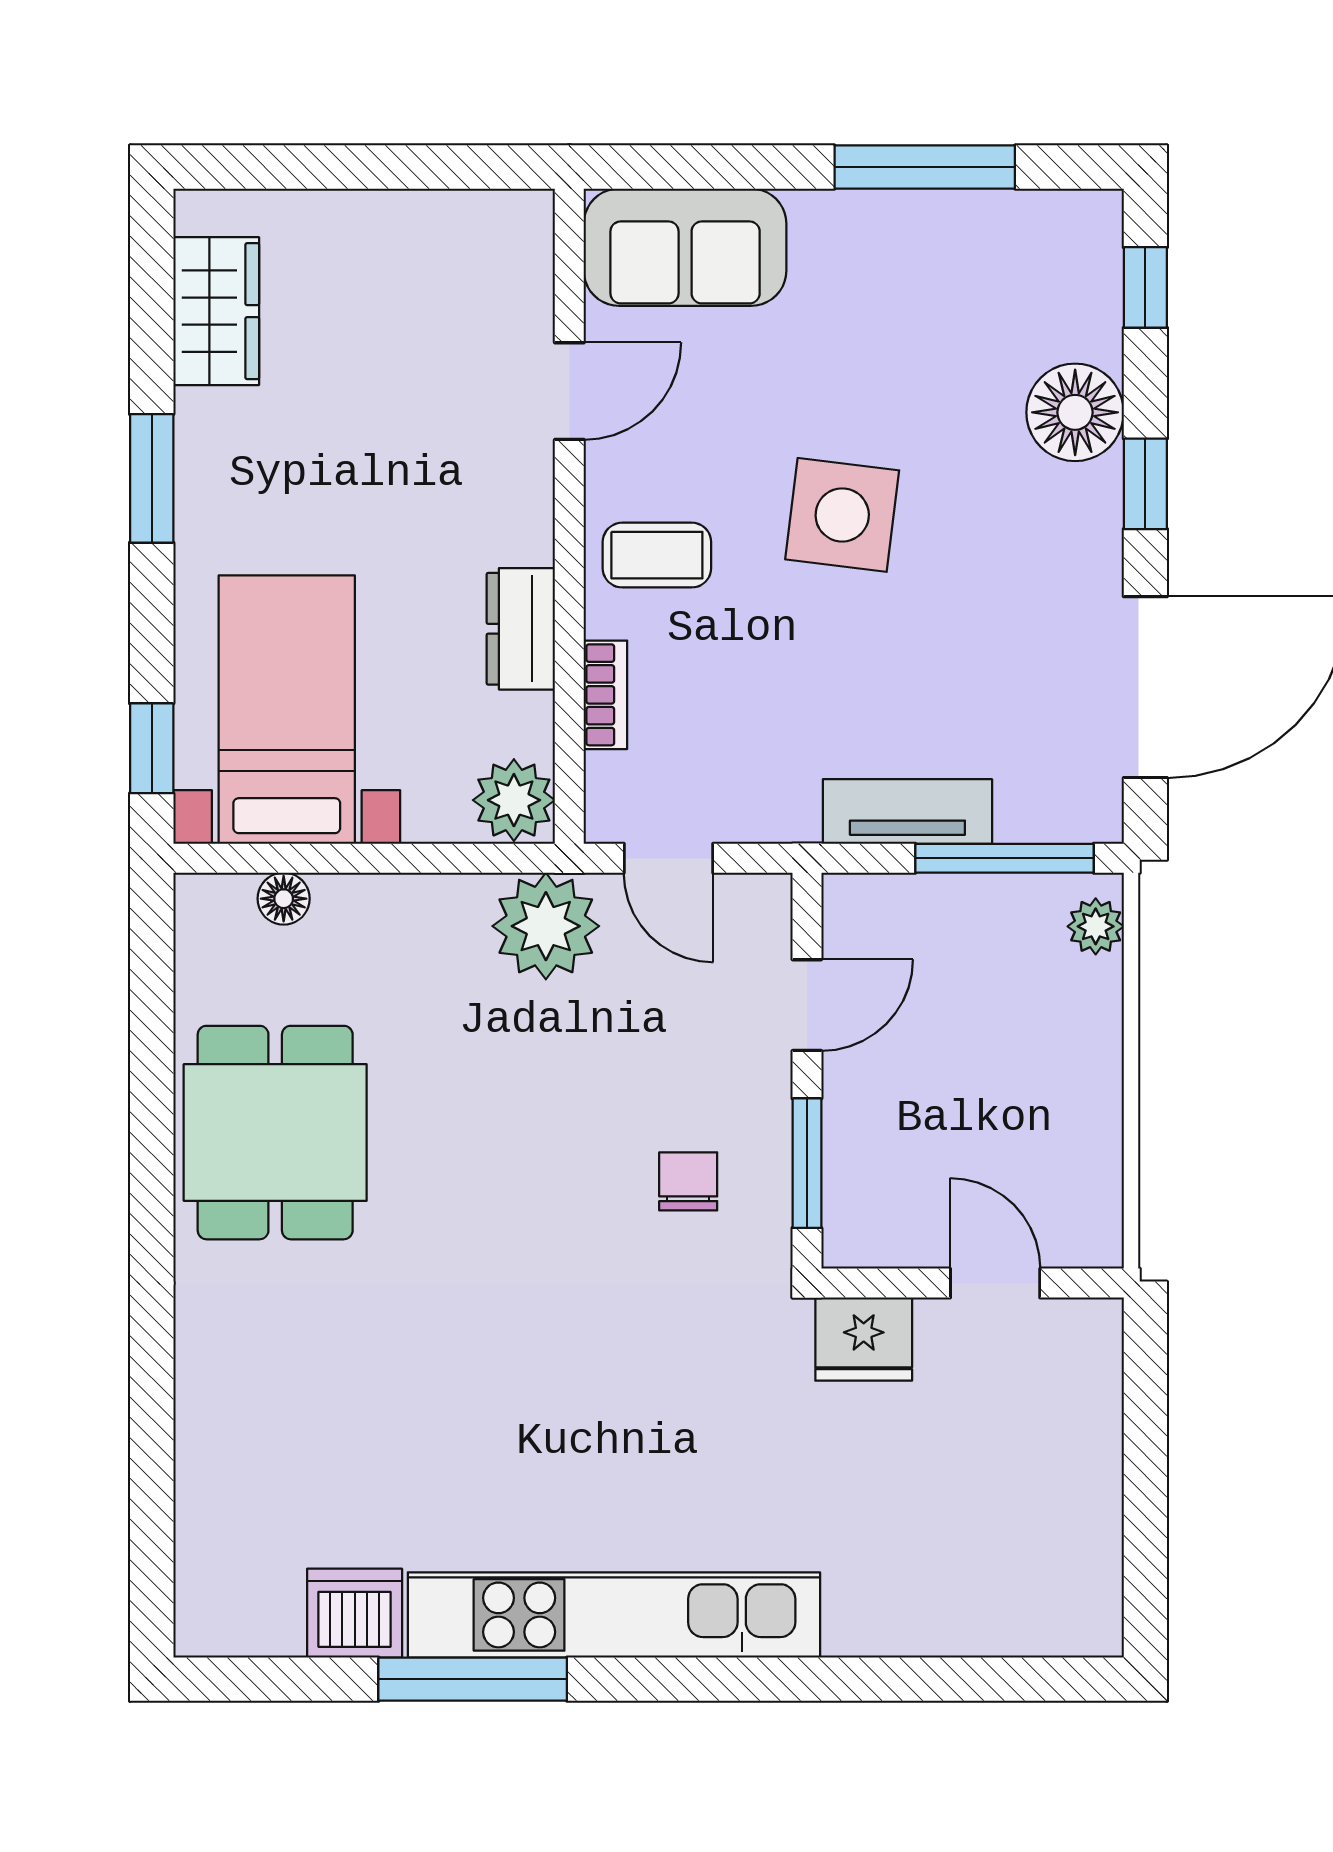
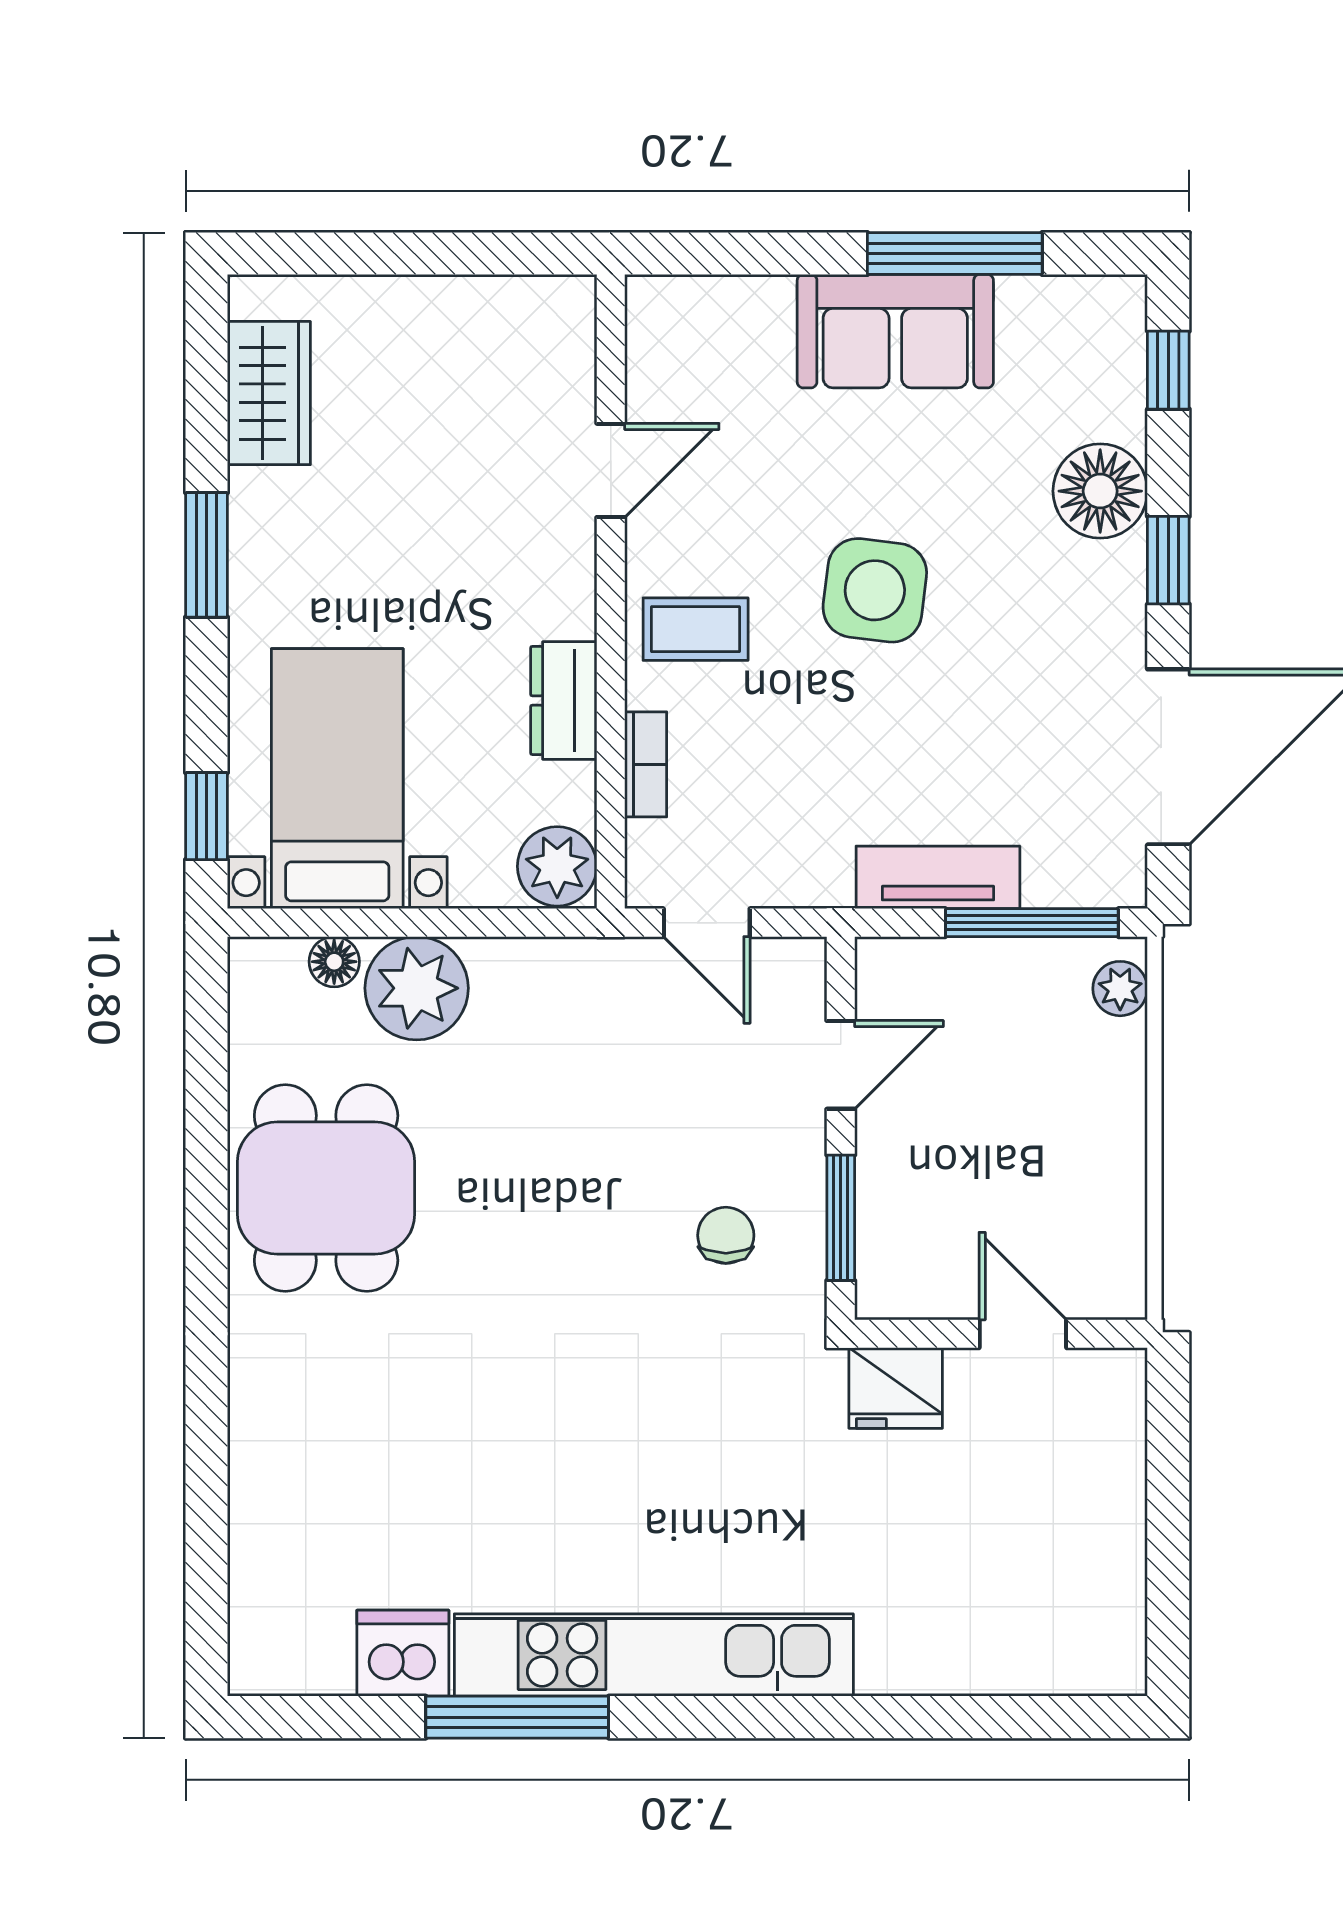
sofa: (685, 247) -> (895, 331), moved
plant: (546, 926) -> (417, 988), moved

